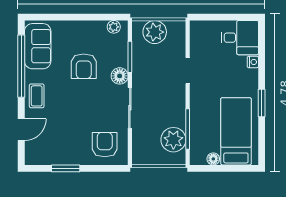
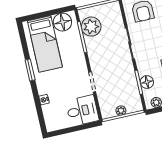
plant: (155, 32) -> (121, 111), width x0.53, depth x0.53
desk: (240, 38) -> (82, 111), moved, turned 180
floor lamp: (120, 76) -> (147, 82), moved
floor lamp: (213, 159) -> (62, 22), width x1.89, depth x1.89

